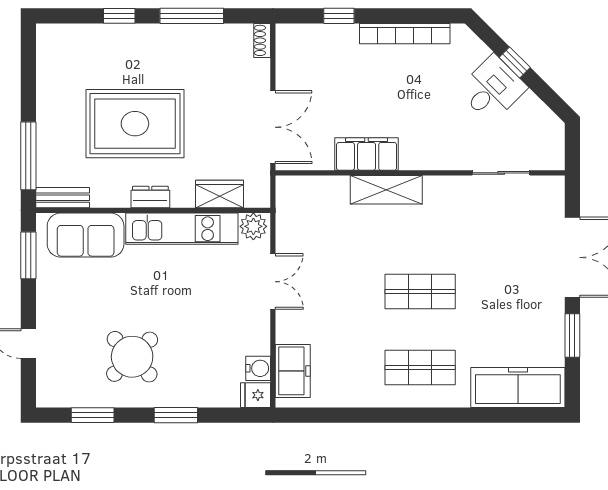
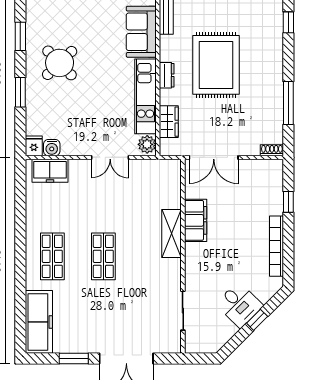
window: (119, 16) -> (288, 22), moved

